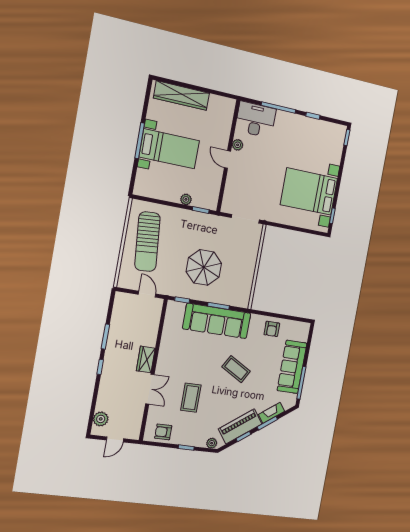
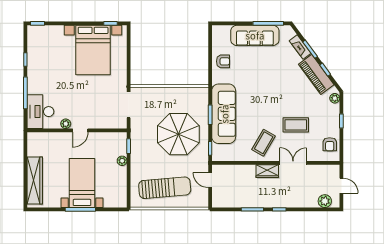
parasol: (204, 268) -> (178, 134), width x1.36, depth x1.36
door: (147, 294) -> (210, 180), hinge flipped
coffee table: (236, 369) -> (264, 143), moved

